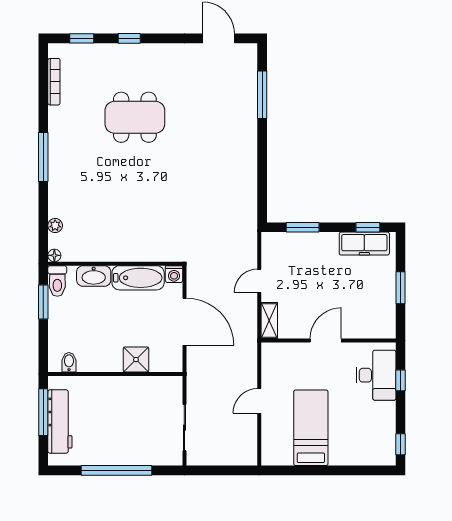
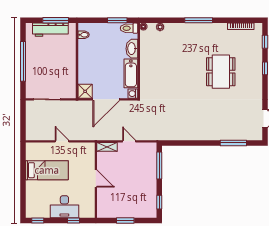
window: (303, 227) -> (159, 166), width x1.44
freezer: (364, 244) -> (150, 200), removed
shower: (136, 360) -> (85, 91), moved
desk: (376, 375) -> (64, 207), moved

